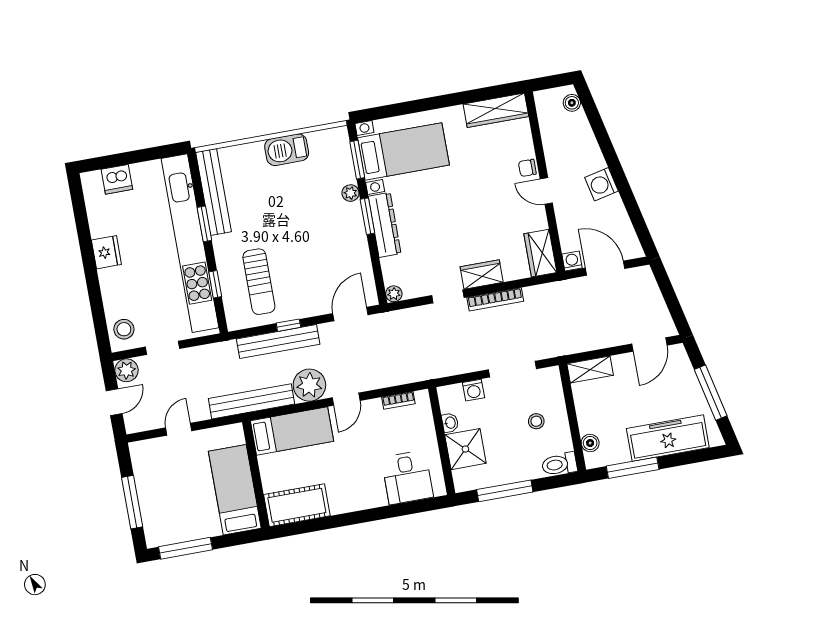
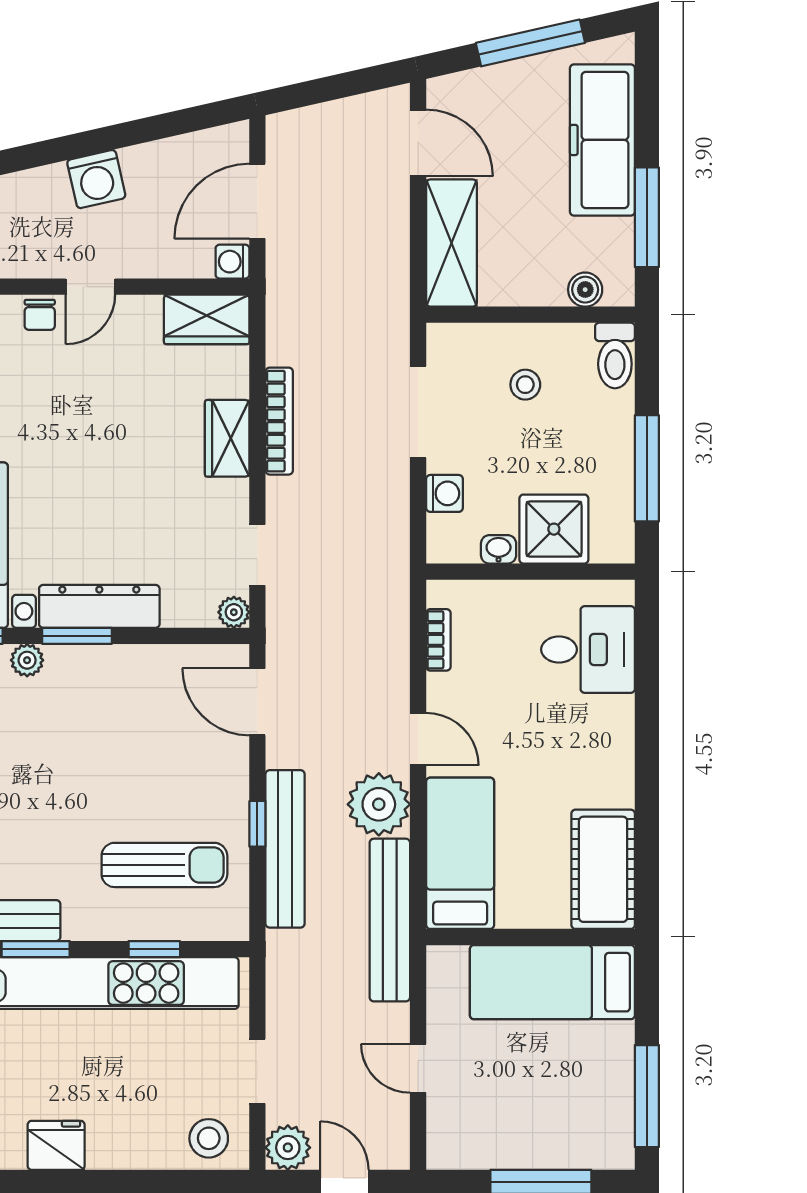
doorway: (448, 296) -> (257, 555), moved
shelving: (590, 369) -> (452, 243), width x1.50, depth x1.33

